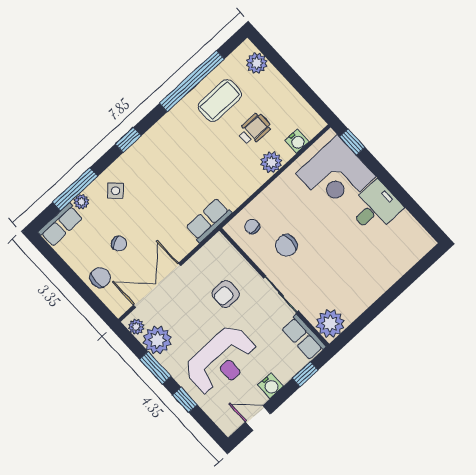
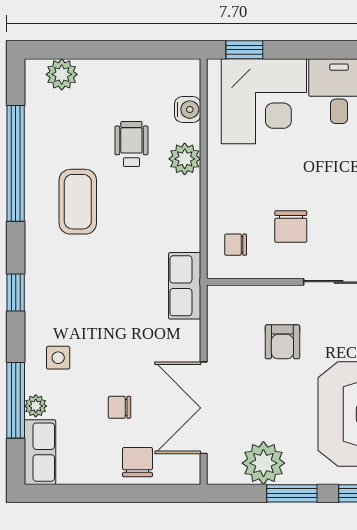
coffee table: (220, 101) -> (78, 202), moved
side table: (115, 191) -> (58, 358), turned 45
chair: (119, 244) -> (119, 407), turned -153
plant: (136, 327) -> (228, 473), removed

